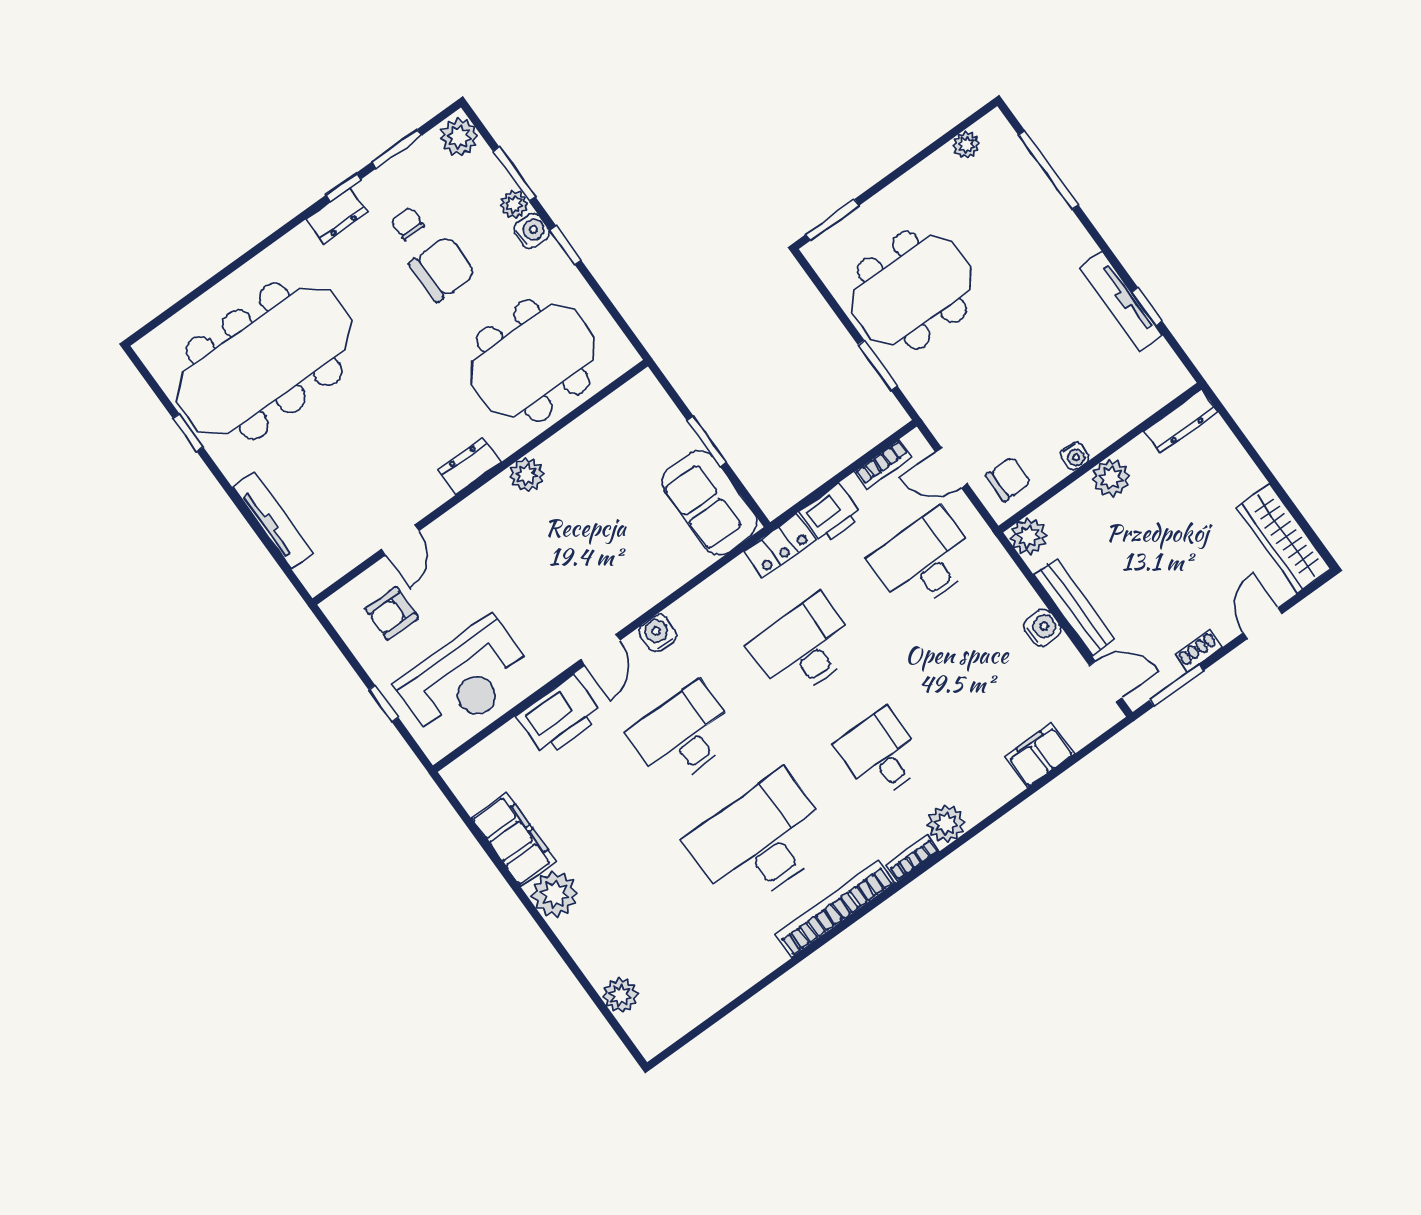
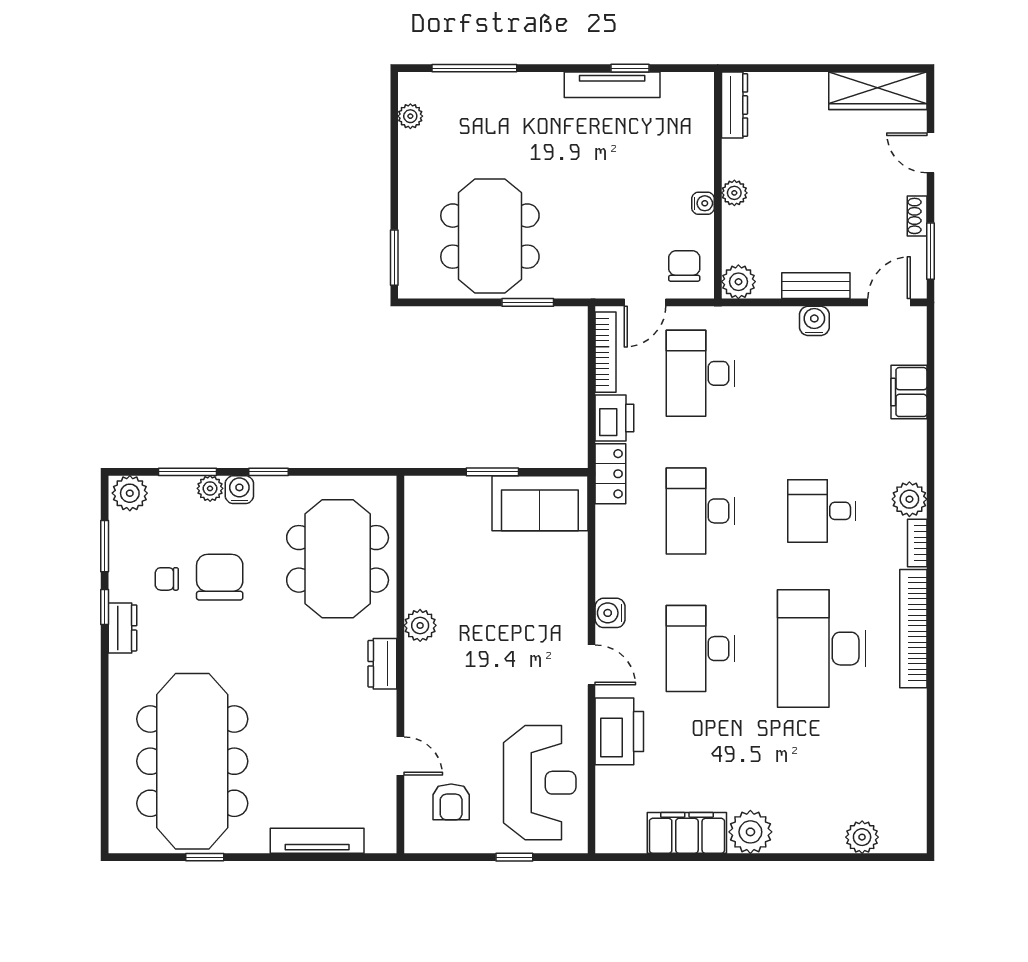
bookcase: (883, 465) -> (605, 352), width x1.56
plant: (1111, 478) -> (734, 193), width x0.73, depth x0.73
bench: (1074, 607) -> (816, 286), width x0.73

